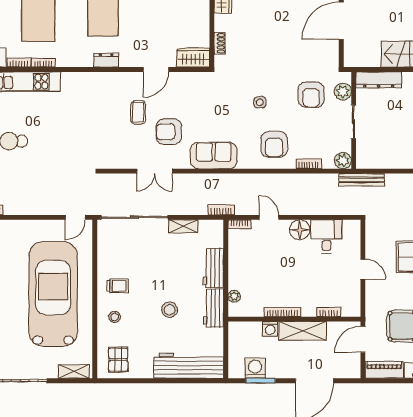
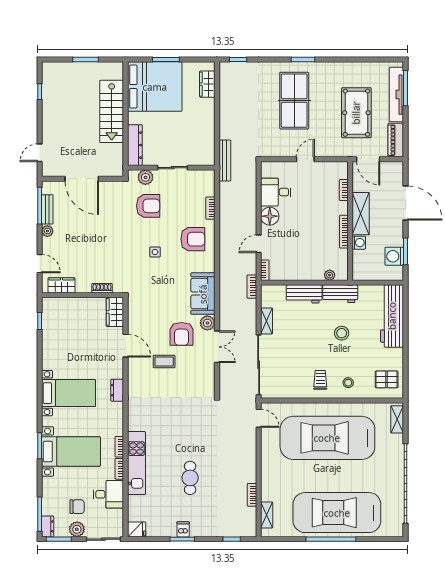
plant: (343, 161) -> (207, 323), moved

